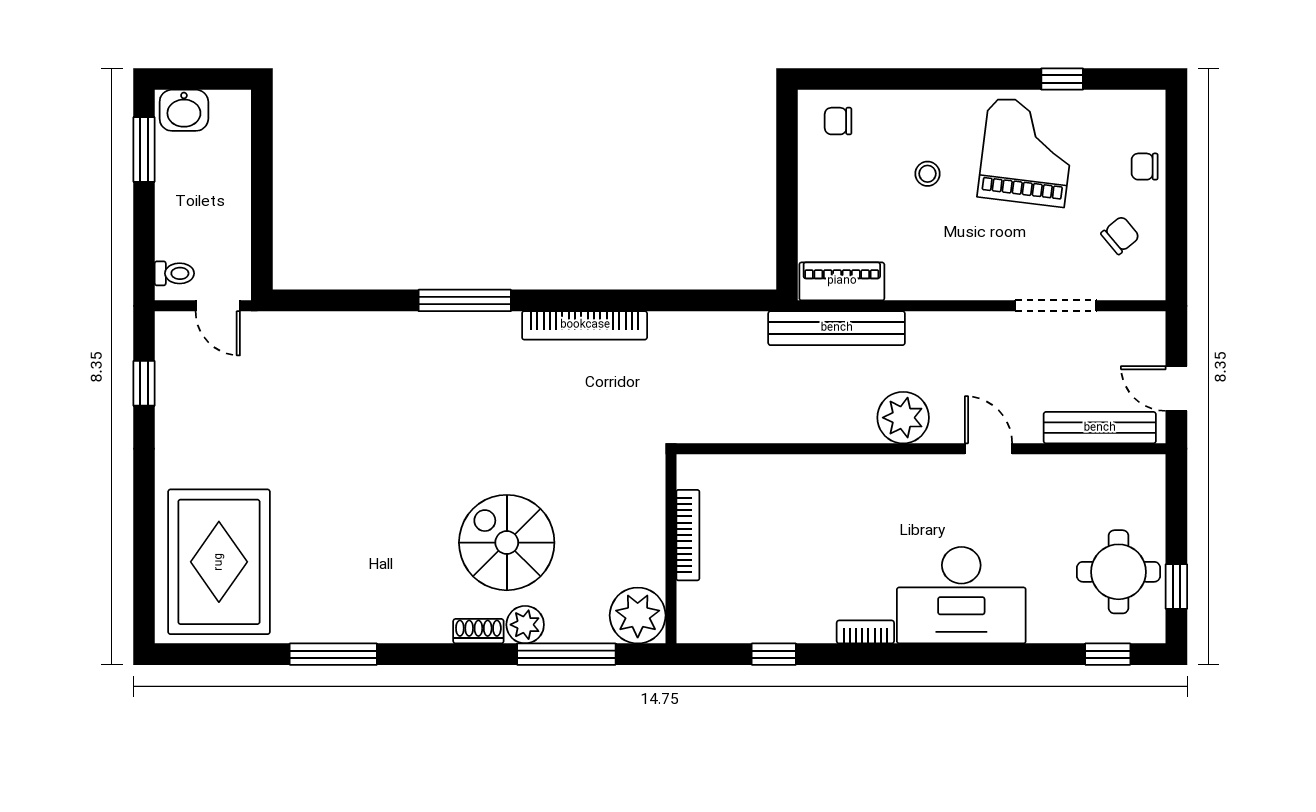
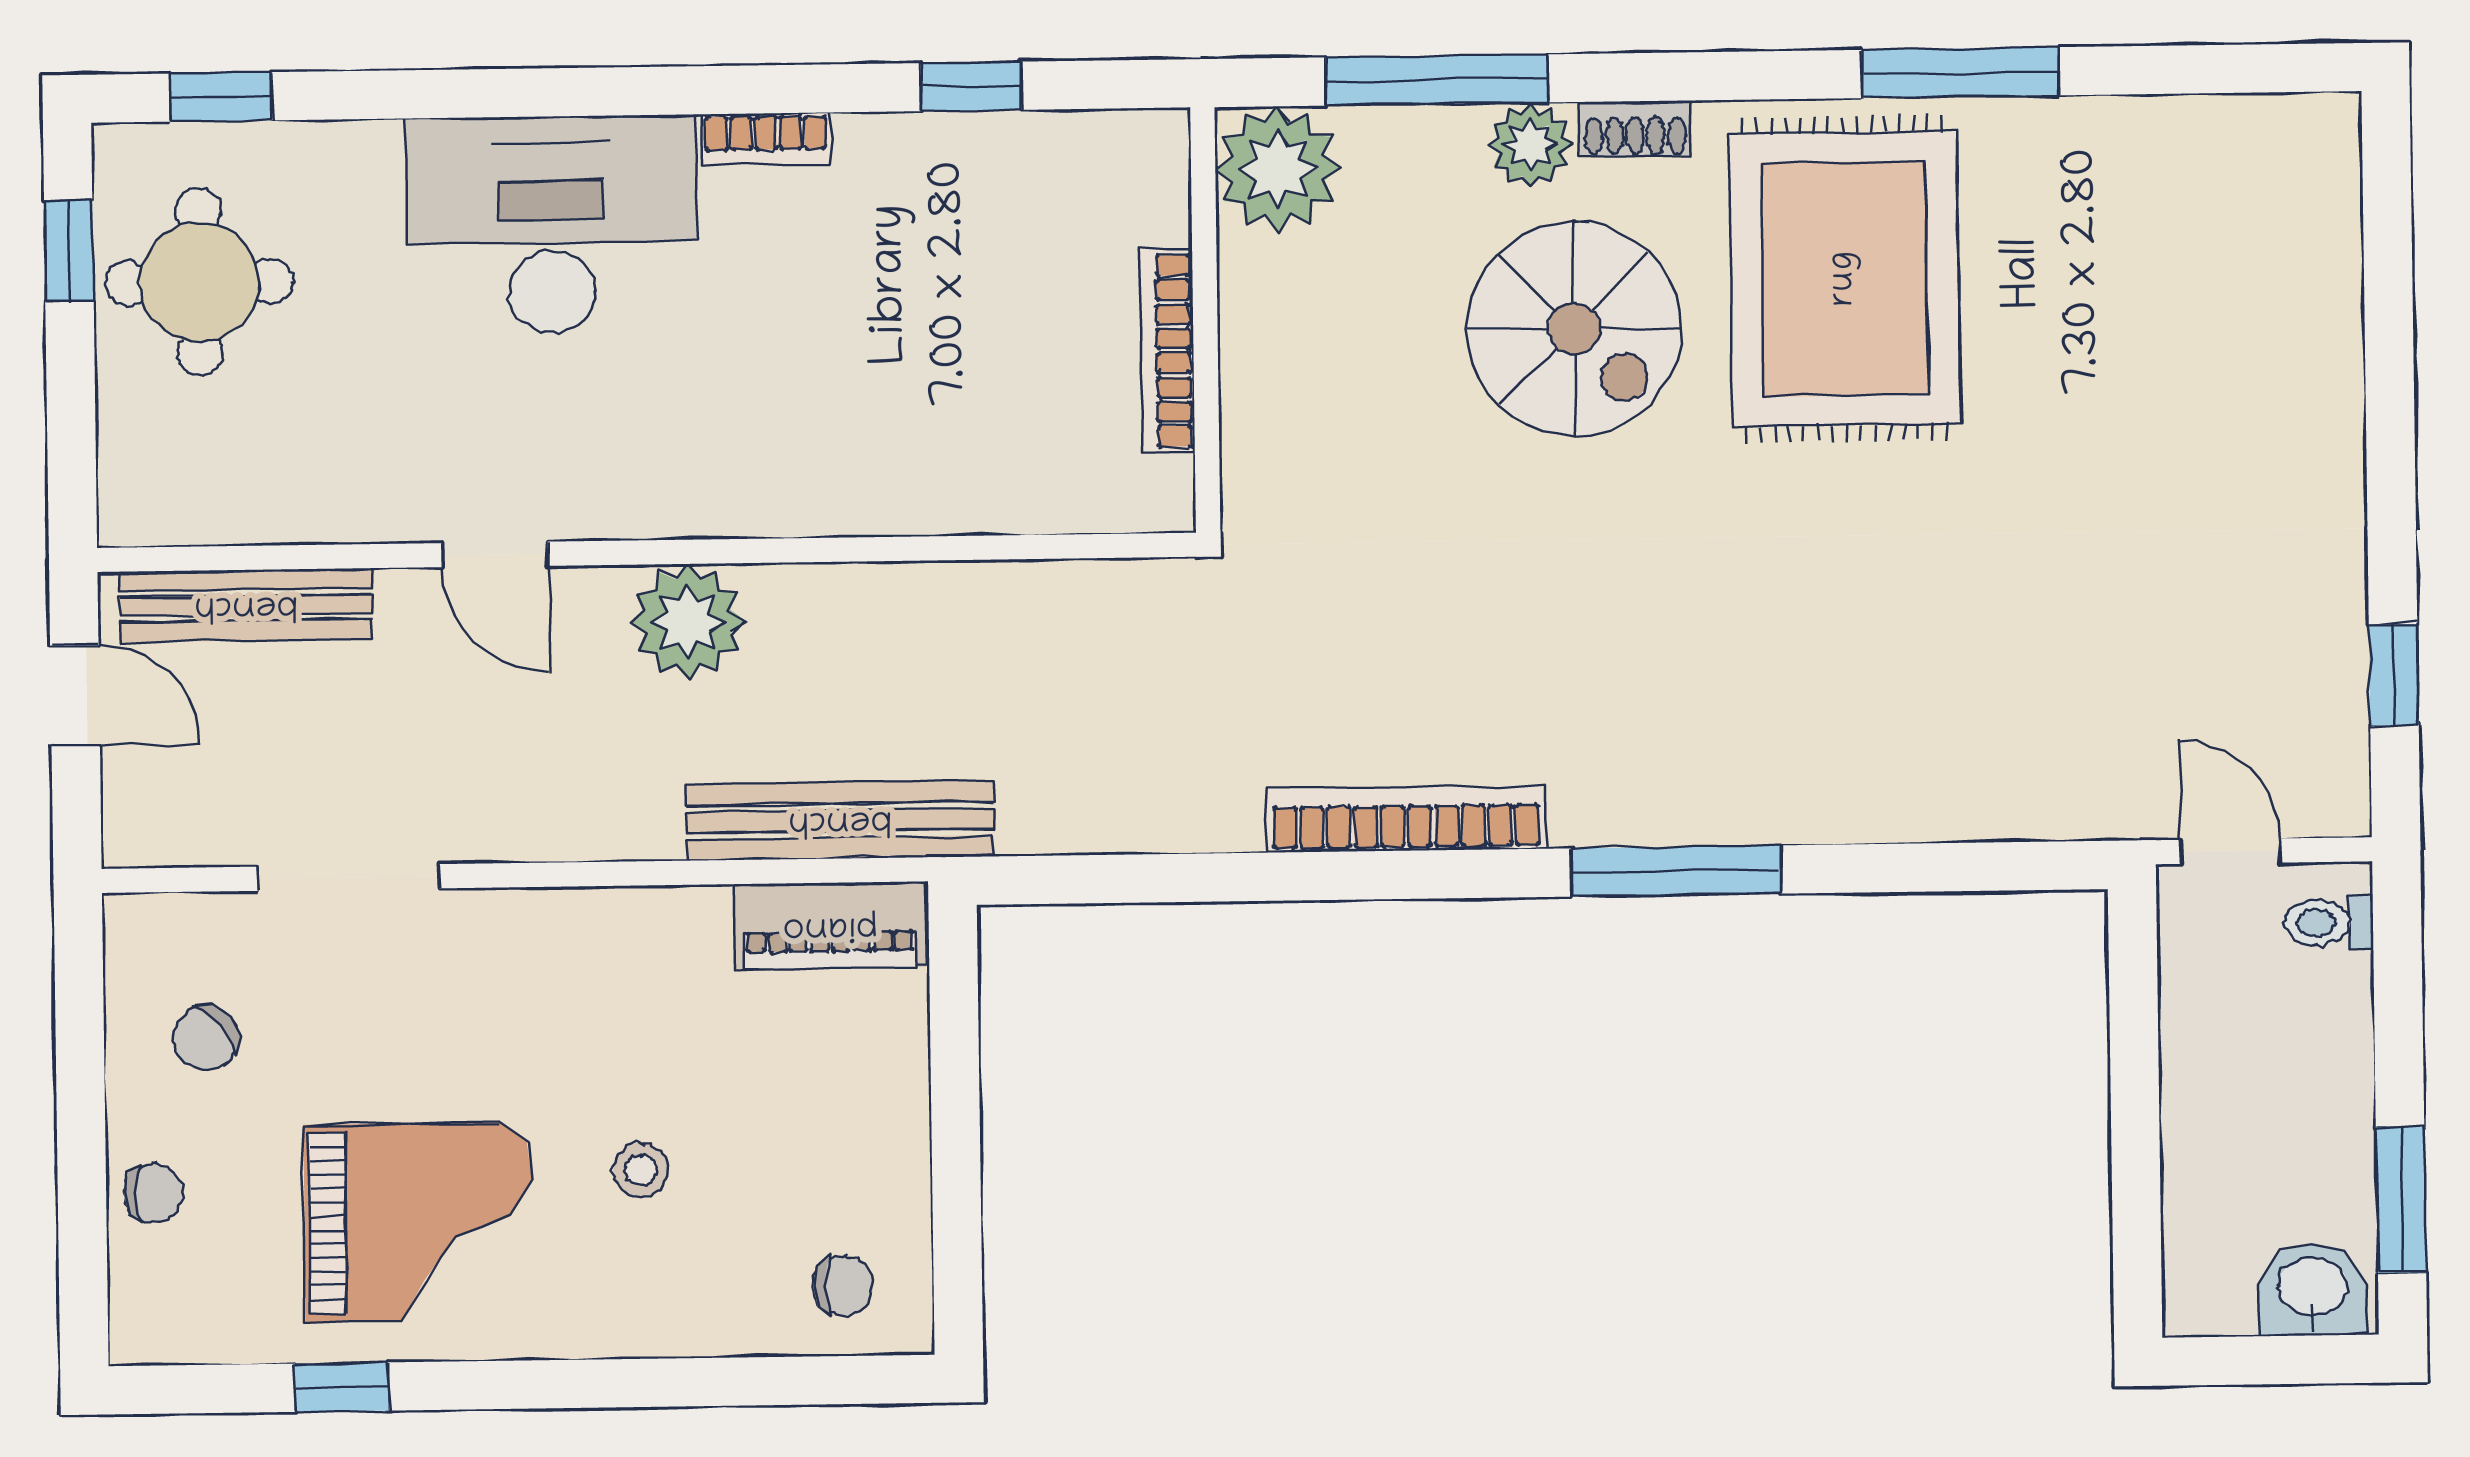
grand piano: (1027, 152) -> (419, 1222), turned -97
rug: (219, 562) -> (1844, 279), moved

